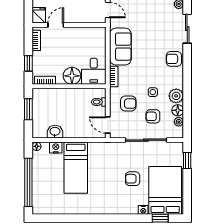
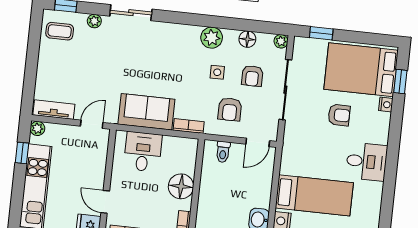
armchair: (174, 59) -> (173, 37), removed
desk: (94, 71) -> (143, 152), moved, turned -90
plant: (176, 96) -> (212, 38), moved
armchair: (128, 103) -> (230, 109), turned 180
plant: (179, 122) -> (281, 41), moved
armchair: (133, 179) -> (339, 115), turned -90
desk: (103, 201) -> (367, 162), added

